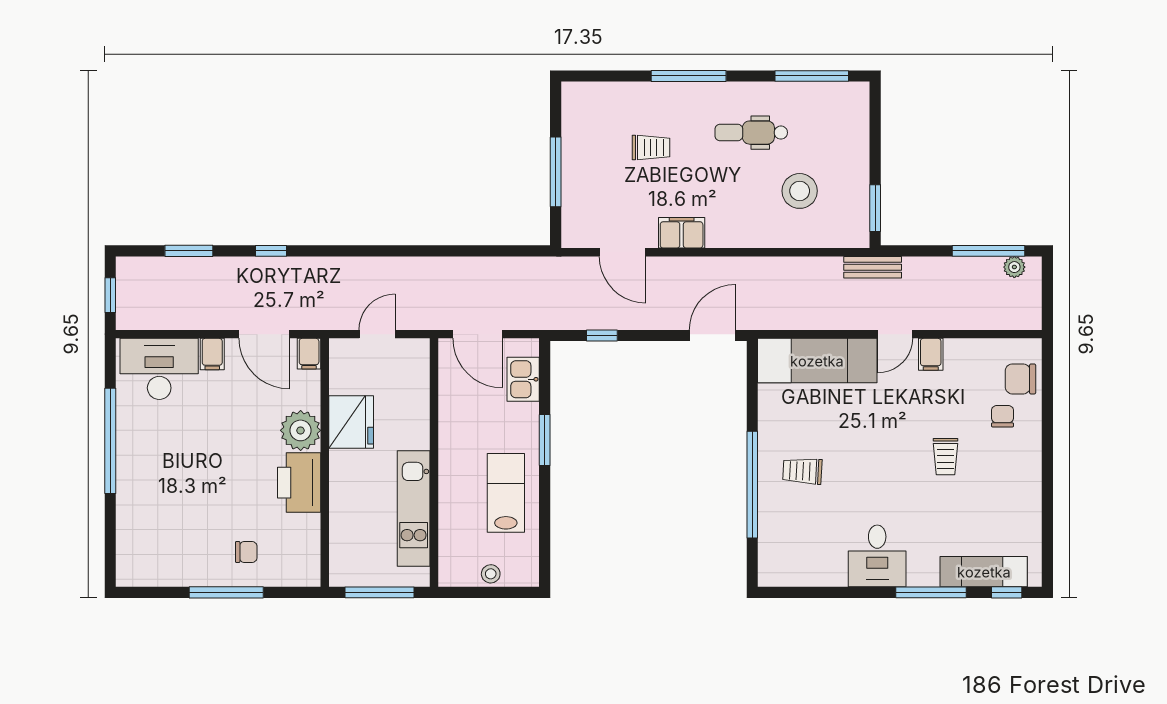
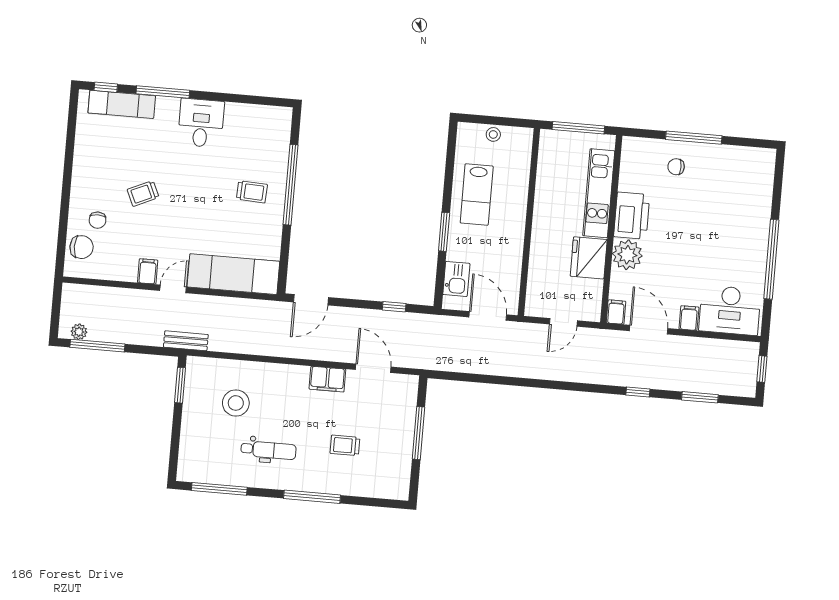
trolley: (945, 457) -> (143, 193), turned -114
kitchen unit: (414, 509) -> (599, 193), moved, turned 180

